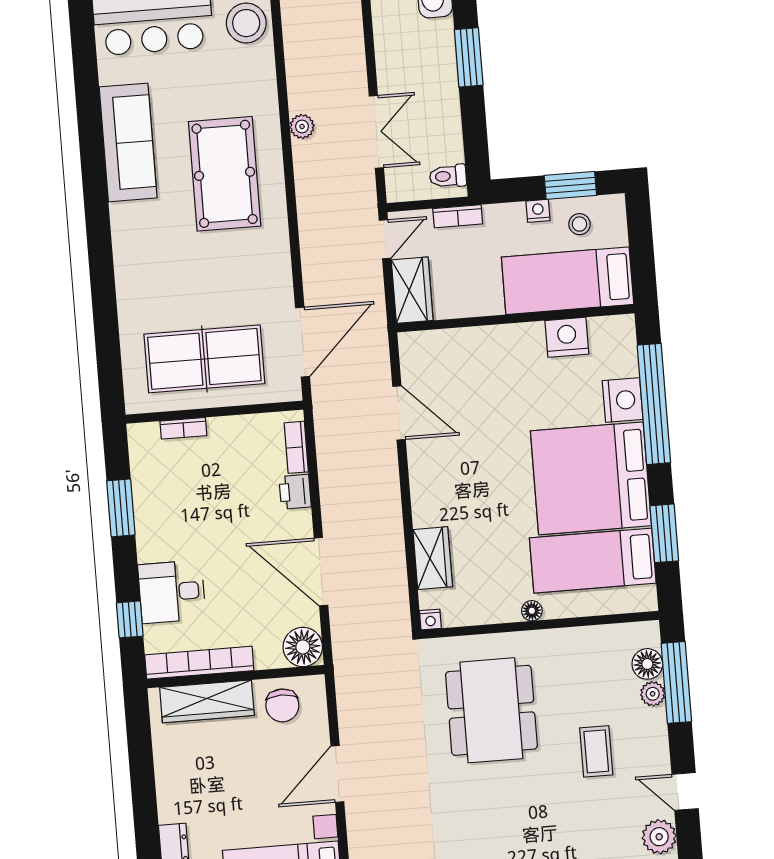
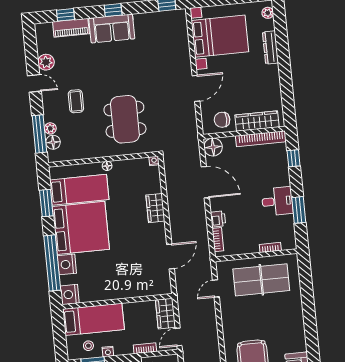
nightstand: (567, 337) -> (70, 294), moved, turned 90
door: (303, 342) -> (216, 288), width x0.53
door: (399, 413) -> (170, 256), swing flipped
wardrobe: (433, 558) -> (155, 208), moved
desk: (172, 592) -> (277, 201), moved
chair: (282, 705) -> (222, 120), turned -90

